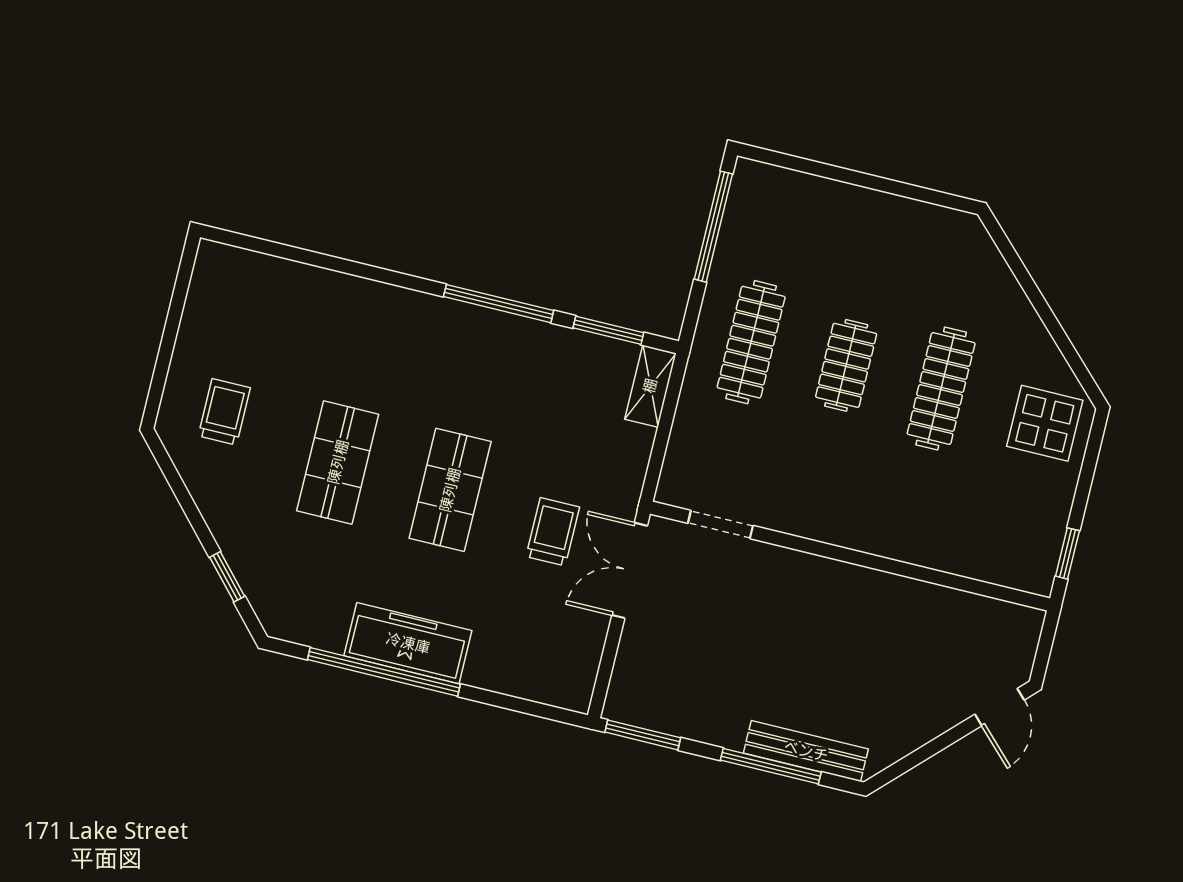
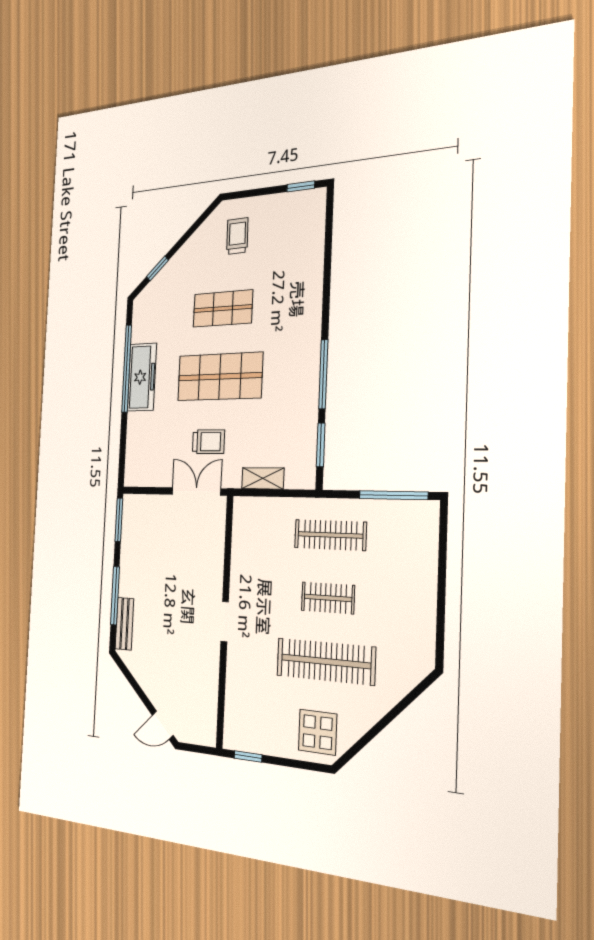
window: (183, 282) -> (301, 186), added
shelving: (650, 386) -> (263, 478), moved
clothes rail: (941, 388) -> (326, 661), width x1.37, depth x1.31
trolley: (224, 412) -> (237, 236), turned -91
shop shelf: (450, 490) -> (220, 377), width x1.43, depth x1.36
doorway: (720, 524) -> (225, 621), moved
bench: (806, 751) -> (124, 624), width x0.73

